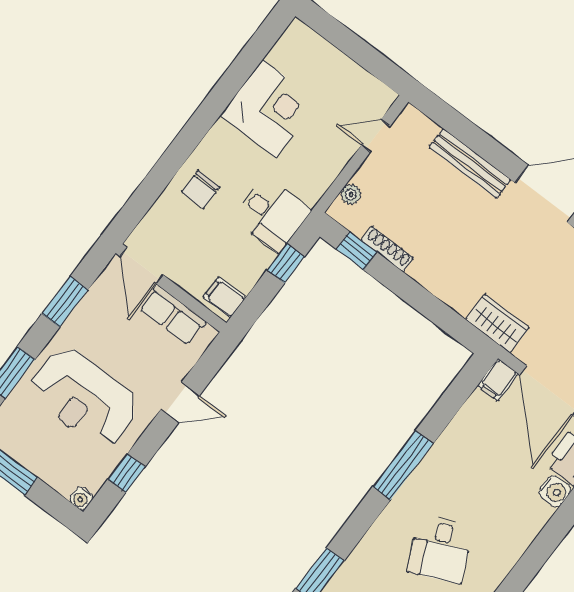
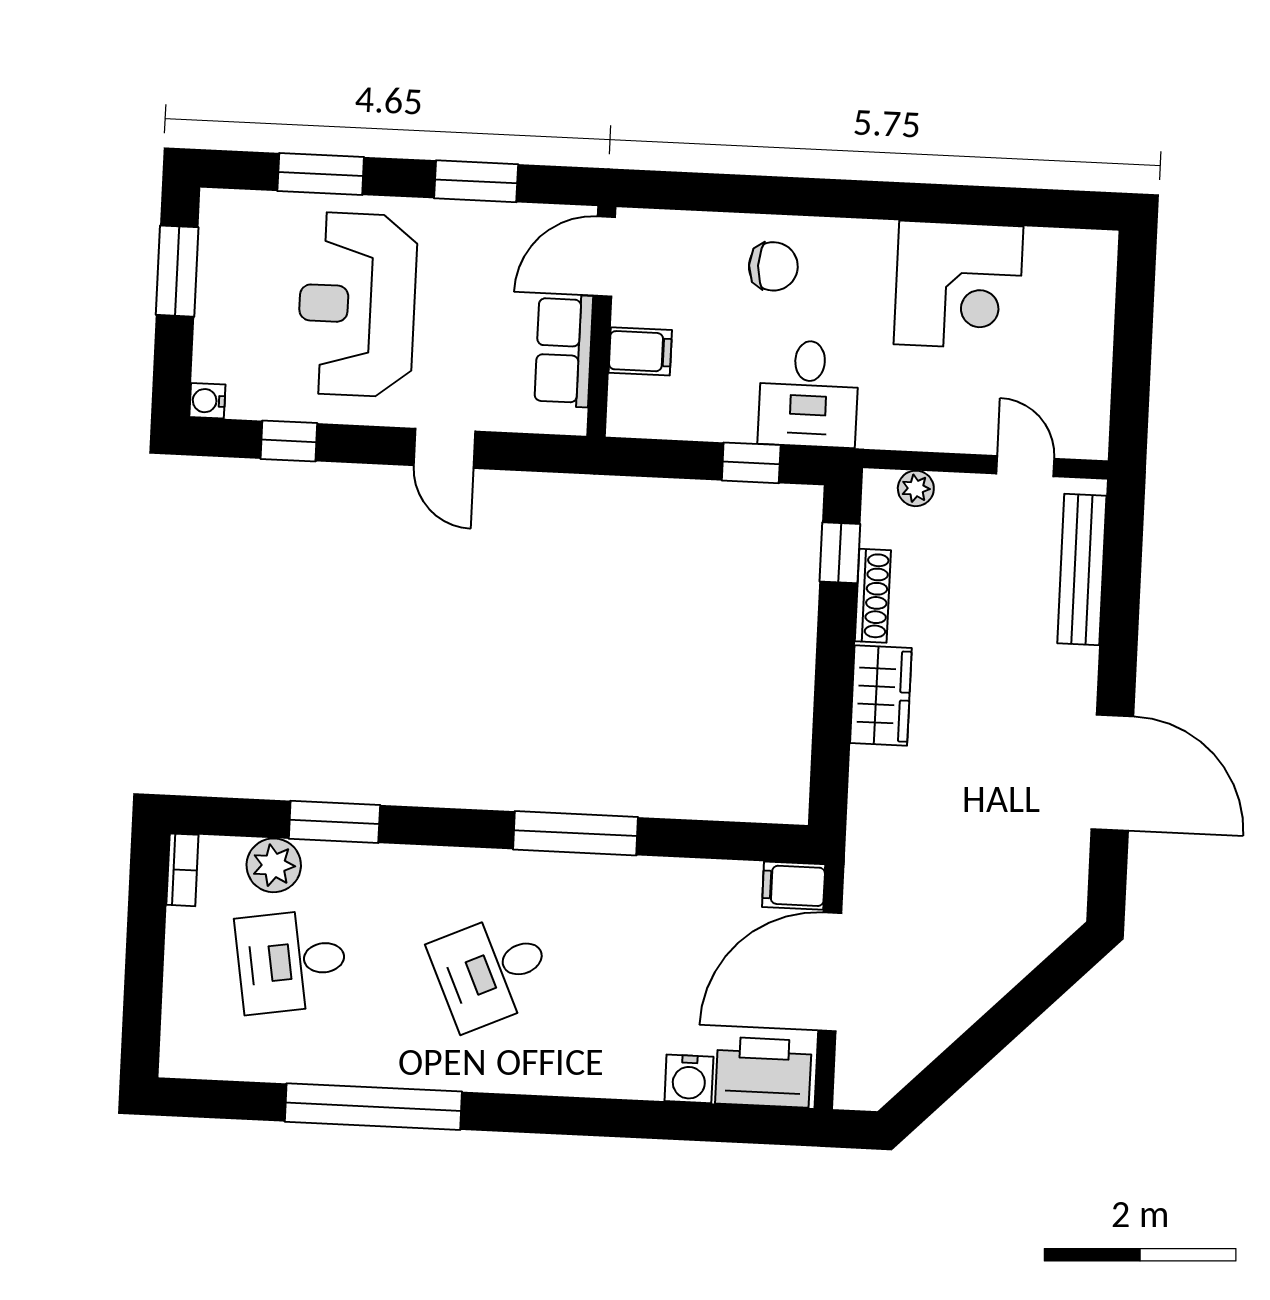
bench: (470, 163) -> (1082, 569), moved
chair: (201, 190) -> (773, 266), turned 180
filing cabinet: (224, 297) -> (640, 351), moved, turned 90
wardrobe: (497, 323) -> (881, 696), moved

